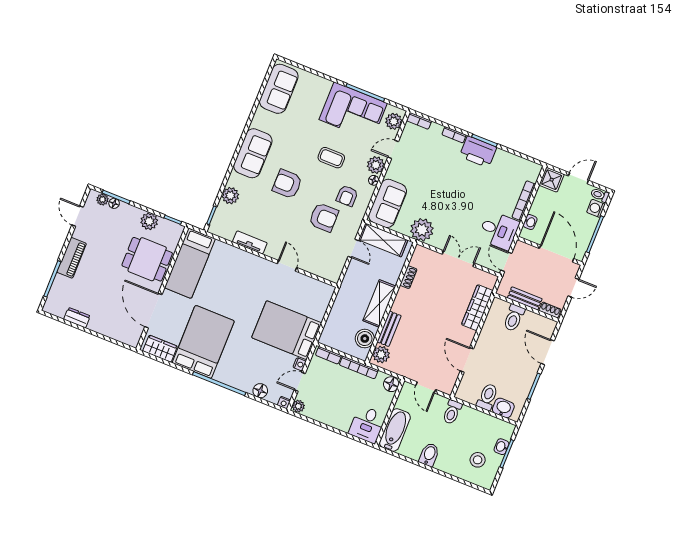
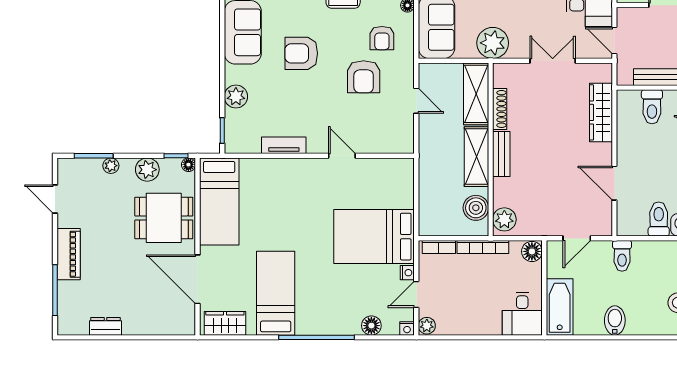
plant: (102, 199) -> (111, 166), moved
floor lamp: (114, 203) -> (188, 165), moved
armchair: (324, 217) -> (364, 77), turned 90
shelving: (383, 240) -> (476, 94), moved, turned 90
shoe rack: (408, 277) -> (500, 109), width x1.43
bench: (389, 329) -> (501, 154), moved
bed: (203, 342) -> (276, 293), width x0.67
door: (426, 387) -> (577, 238), hinge flipped

